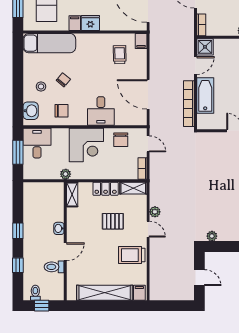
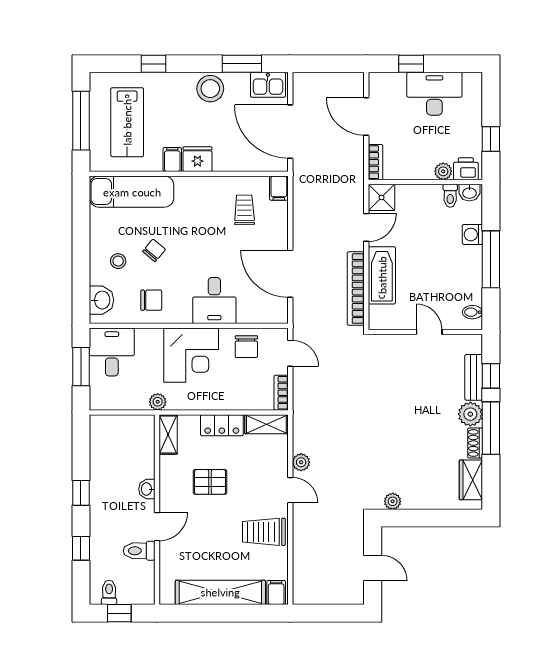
pallet: (113, 221) -> (210, 482), moved

